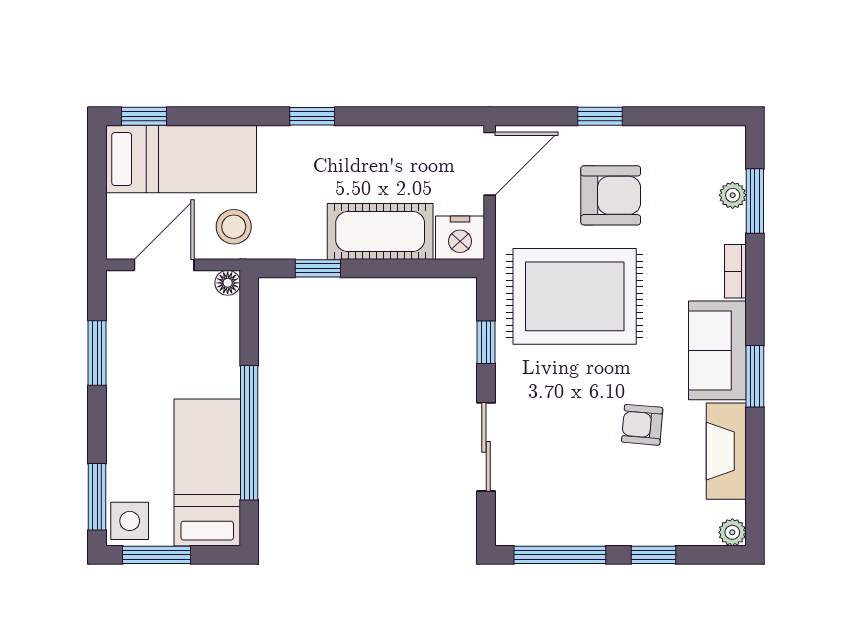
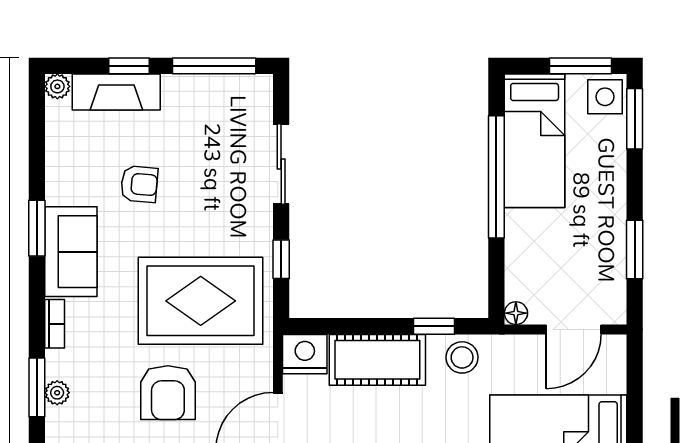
armchair: (611, 195) -> (168, 393), turned -90
stool: (234, 227) -> (462, 357), moved
fireplace: (726, 451) -> (116, 92), moved, turned 90

